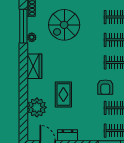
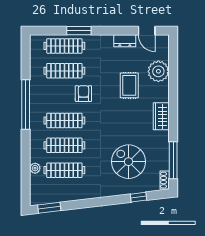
spiral stairs: (64, 25) -> (129, 162), turned -90
plant: (32, 37) -> (164, 148), removed

